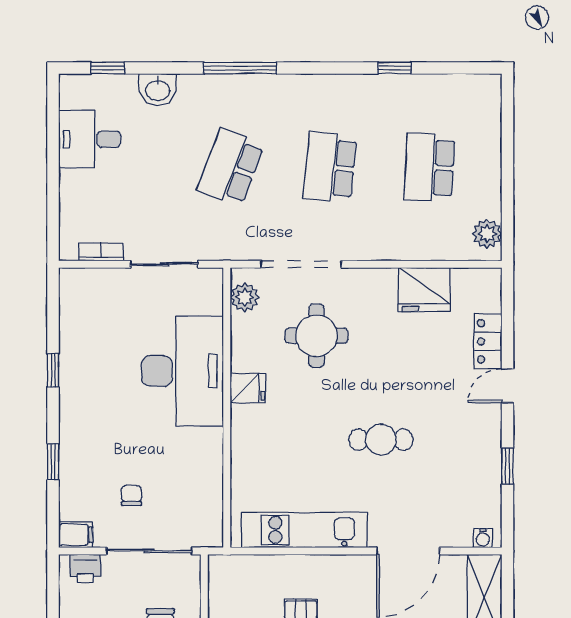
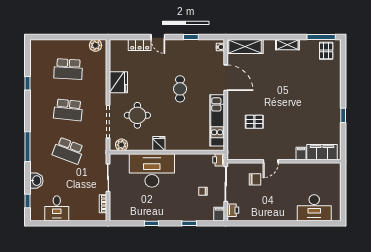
fridge: (424, 290) -> (118, 82), moved
printer: (208, 534) -> (219, 160), added

